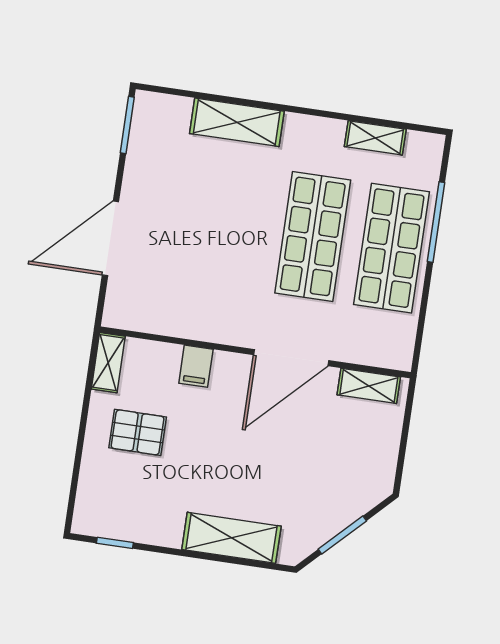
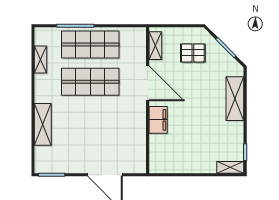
shelving: (108, 363) -> (230, 167), moved
filing cabinet: (196, 366) -> (158, 120), width x2.00
pallet: (138, 432) -> (193, 53), moved, turned 90

